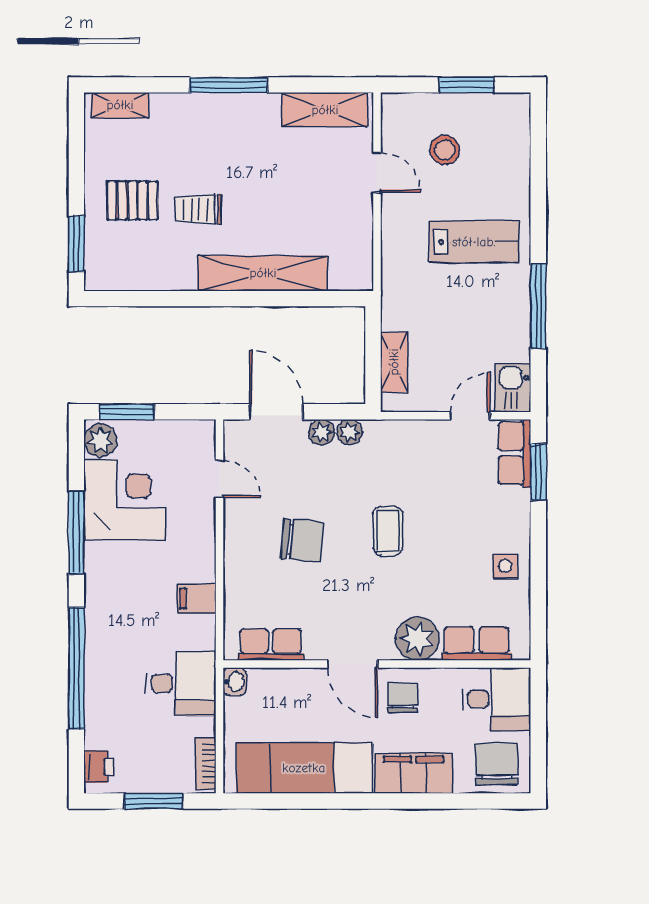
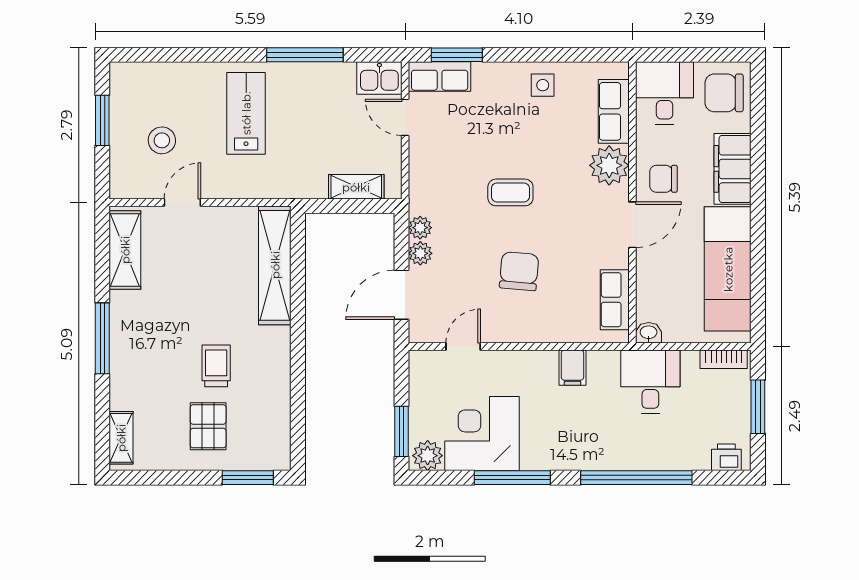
trolley: (198, 209) -> (216, 366), turned 180
shelving: (263, 273) -> (275, 265), moved

